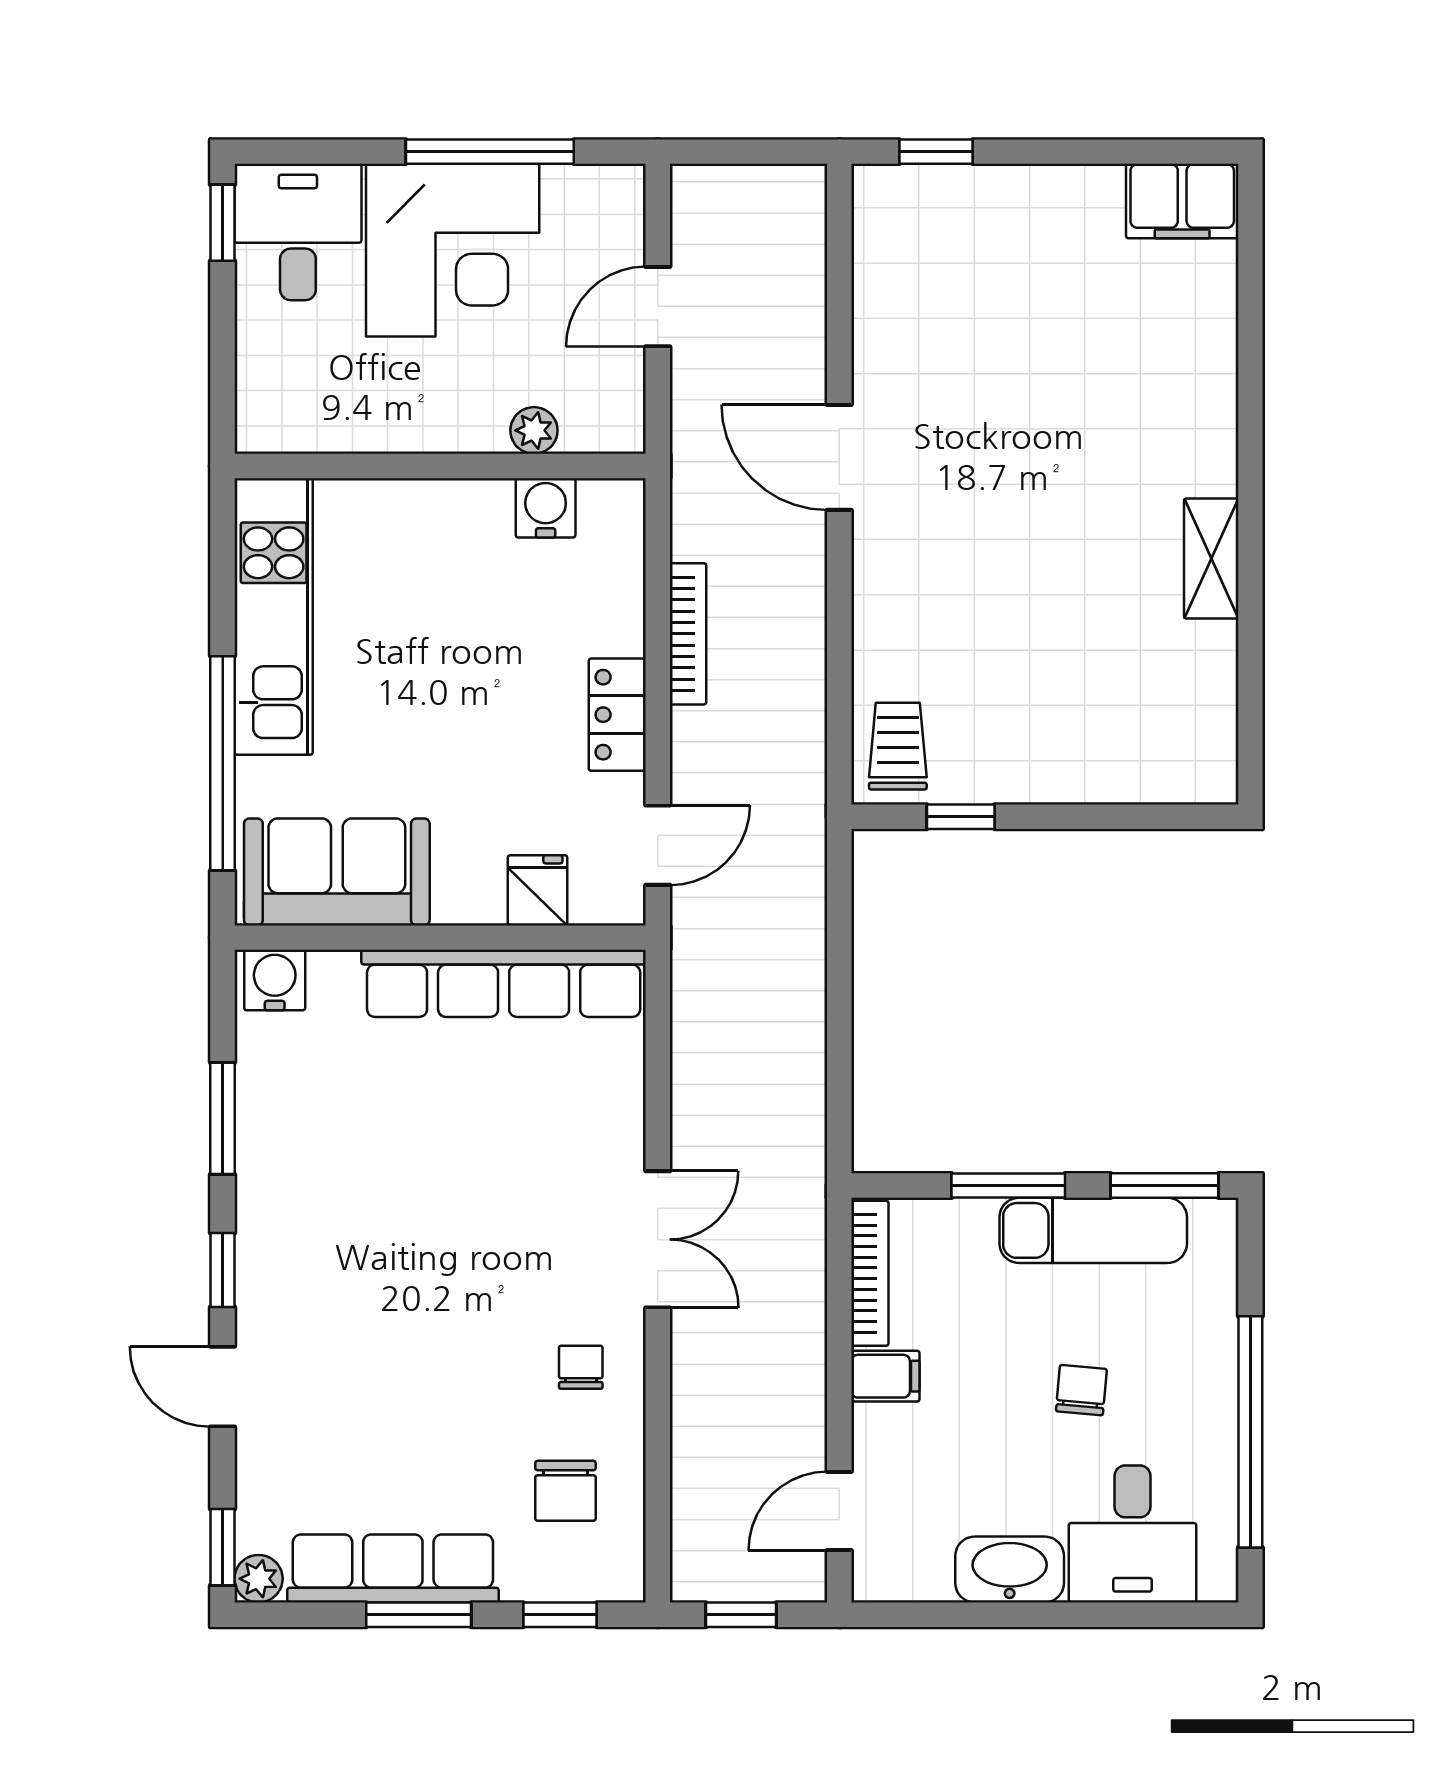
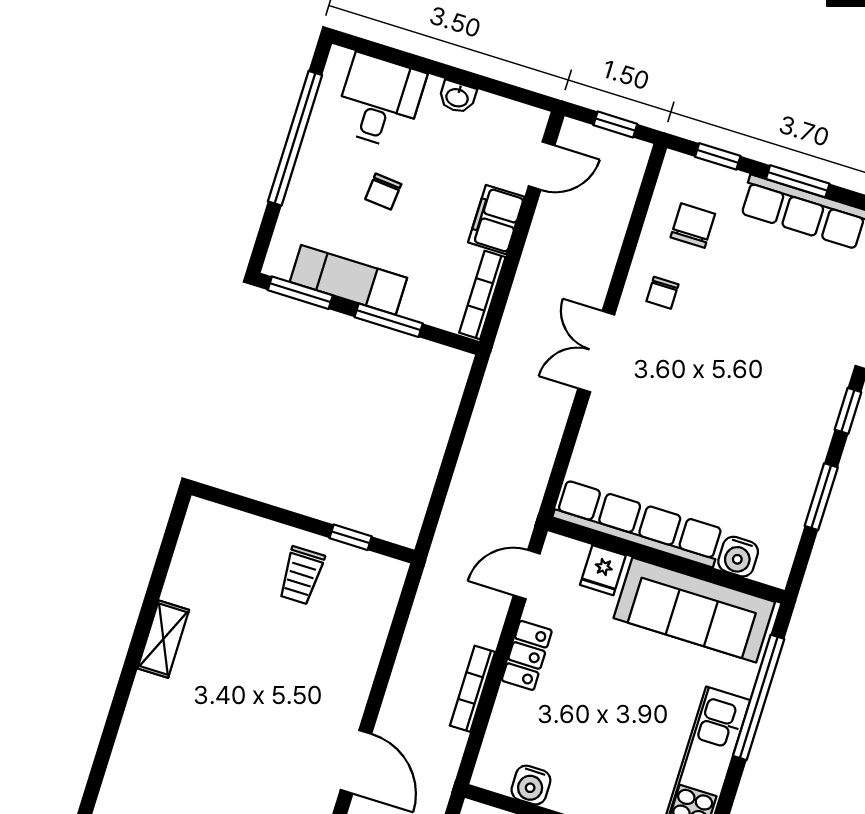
trolley: (898, 746) -> (301, 575), moved
sofa: (337, 872) -> (694, 610), width x1.36
water cooler: (275, 980) -> (738, 557), moved
filing cabinet: (885, 1376) -> (496, 220), width x2.00
washbasin: (1010, 1569) -> (457, 97), width x0.52, depth x0.69

